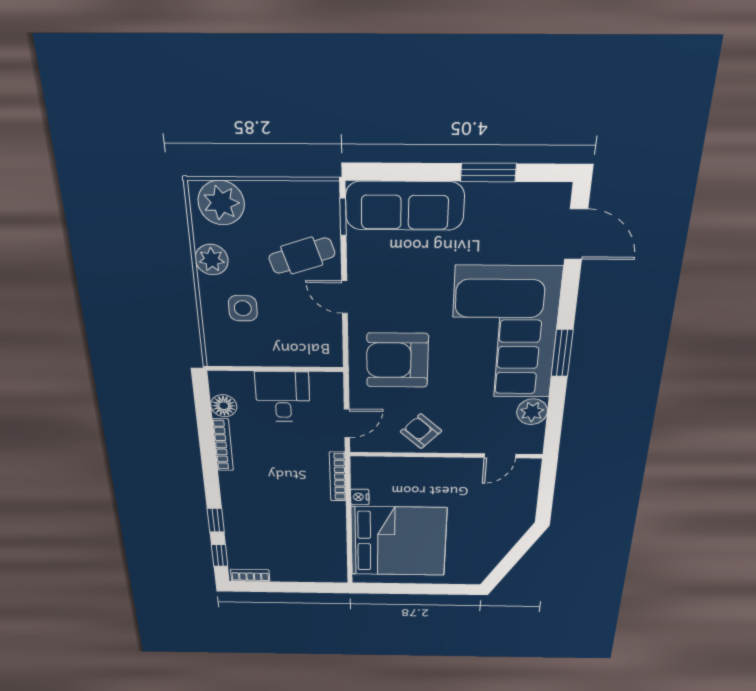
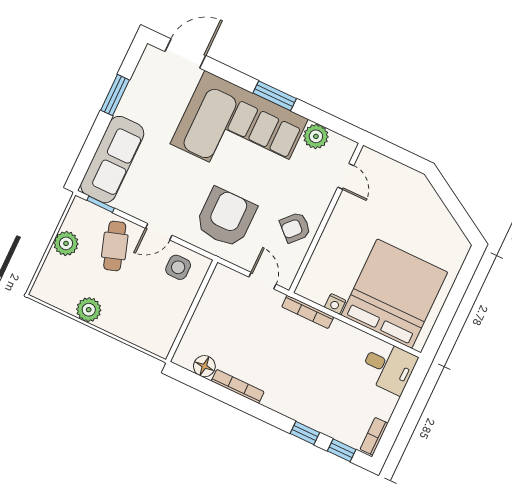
plant: (221, 203) -> (66, 243), moved, width x0.73, depth x0.73
side table: (243, 308) -> (178, 267), moved
armchair: (397, 360) -> (226, 218), turned 180
desk: (283, 397) -> (388, 367), moved, turned 180

